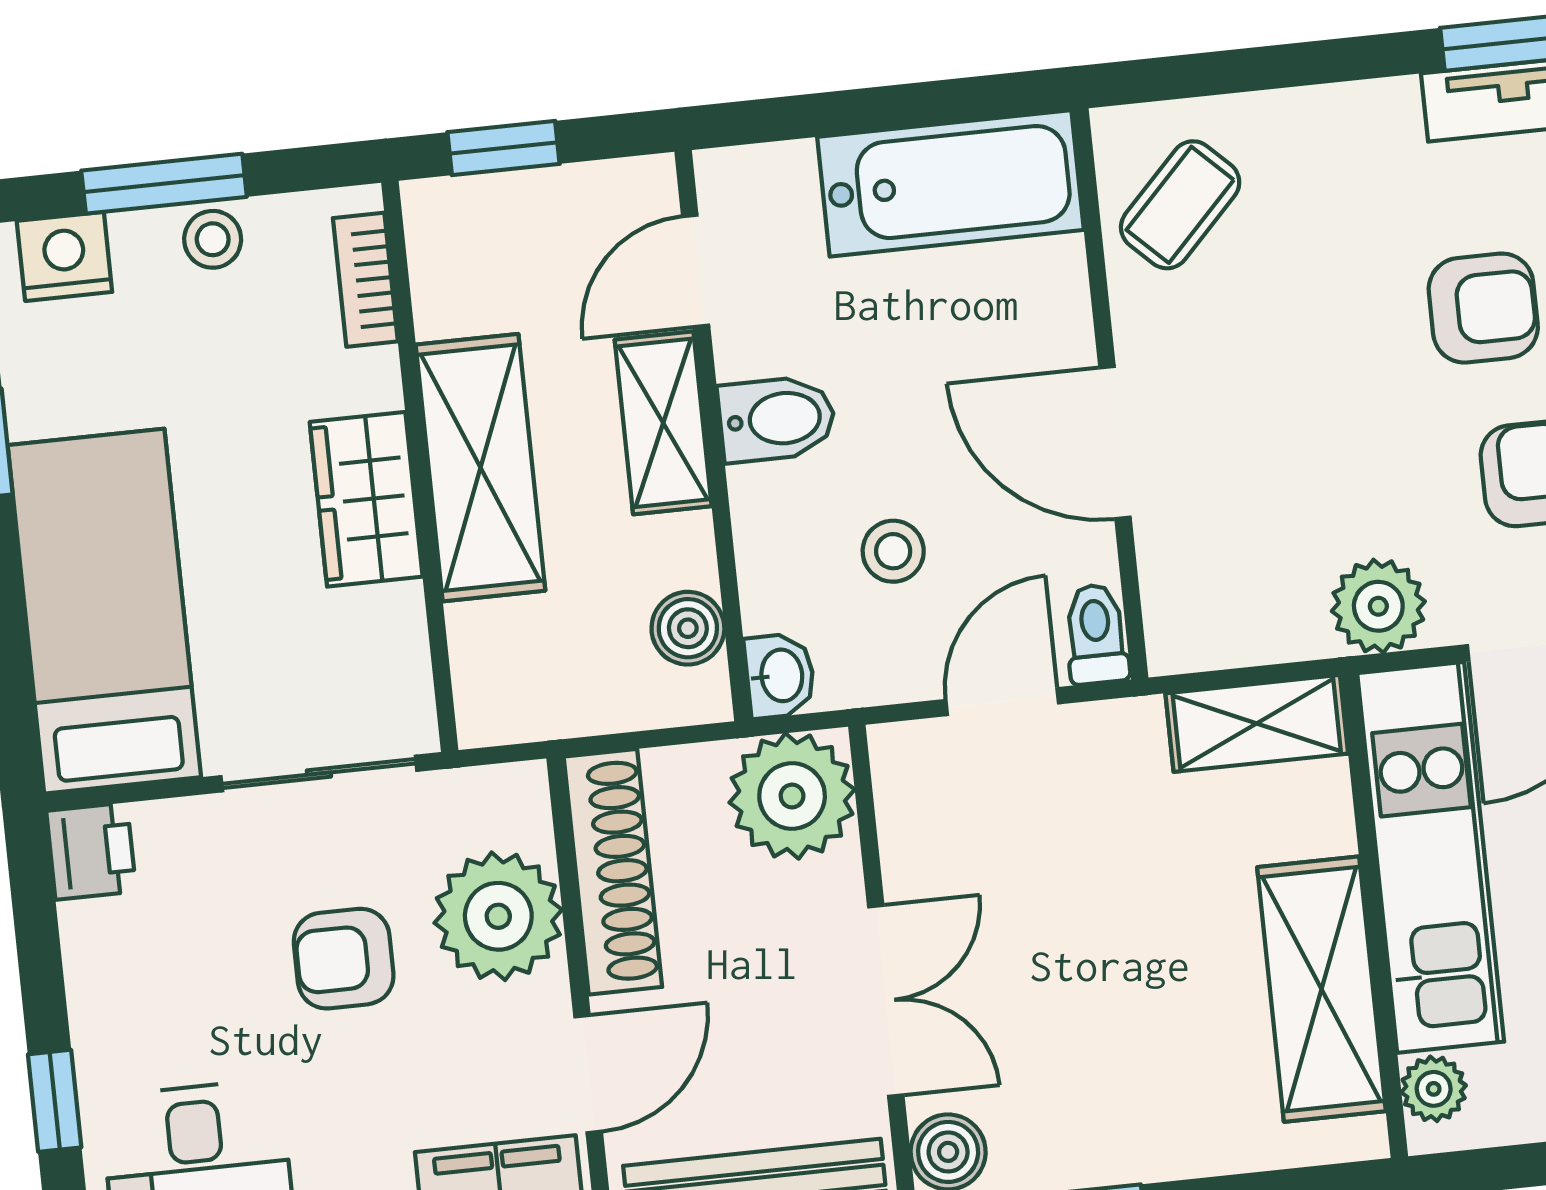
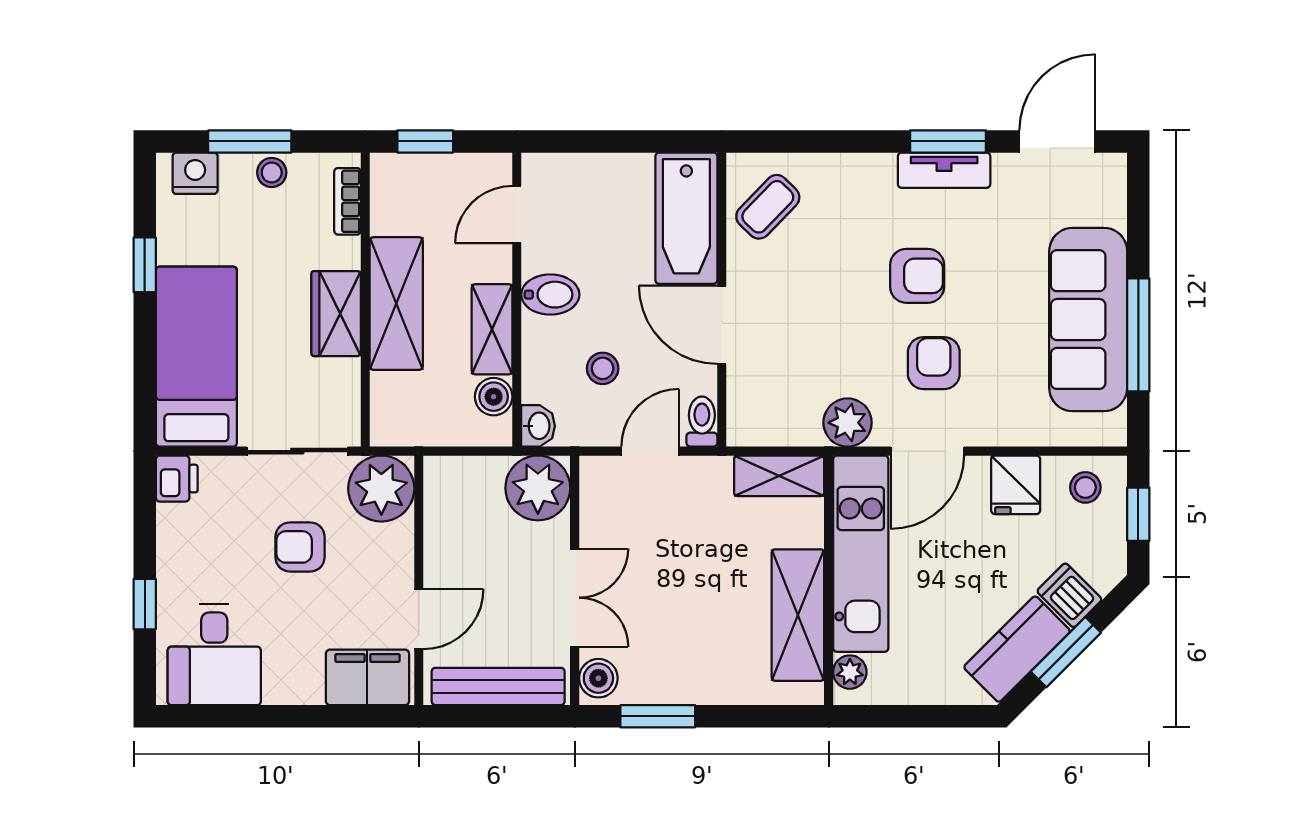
bathtub: (950, 183) -> (686, 218), moved, turned 90
shelving: (663, 423) -> (492, 329), moved
shoe rack: (613, 872) -> (442, 517), removed
plant: (498, 916) -> (381, 489), moved

